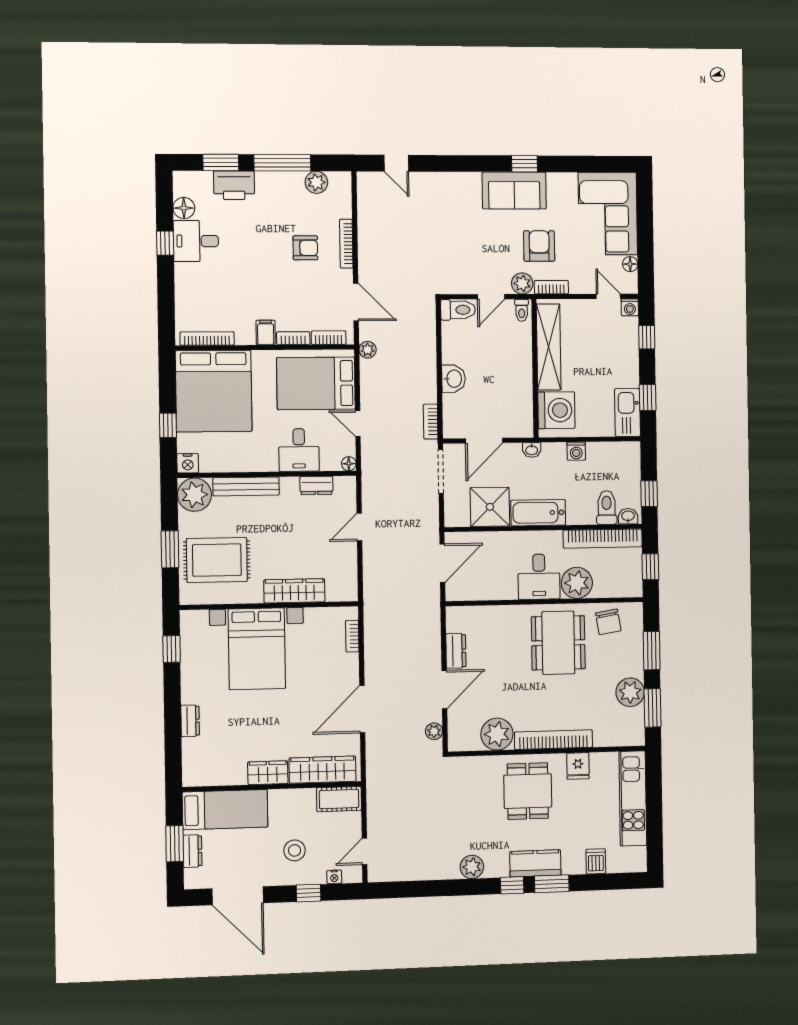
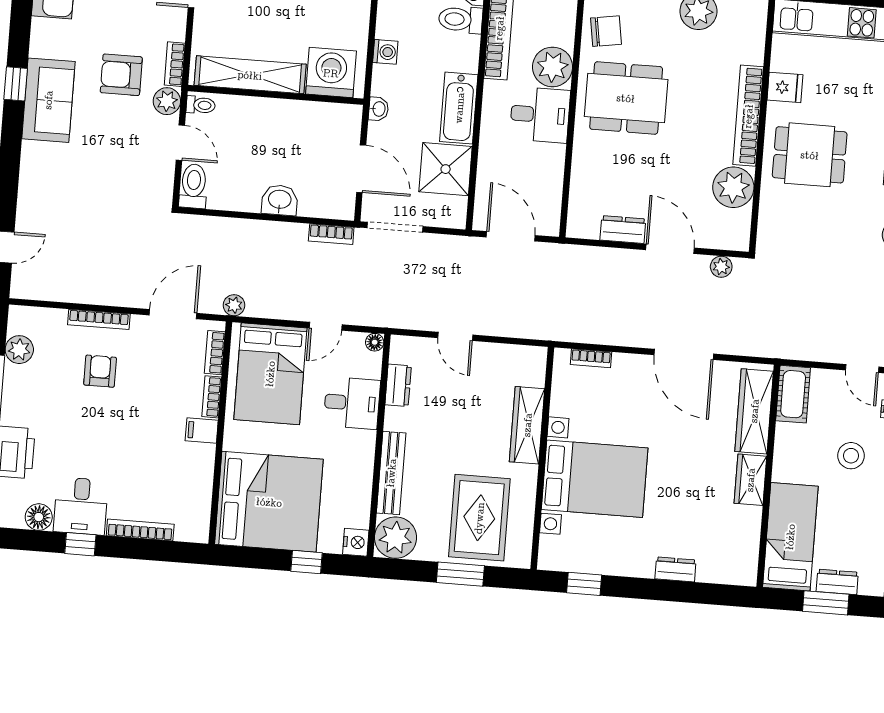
bookcase: (207, 338) -> (140, 530), moved, turned 90

